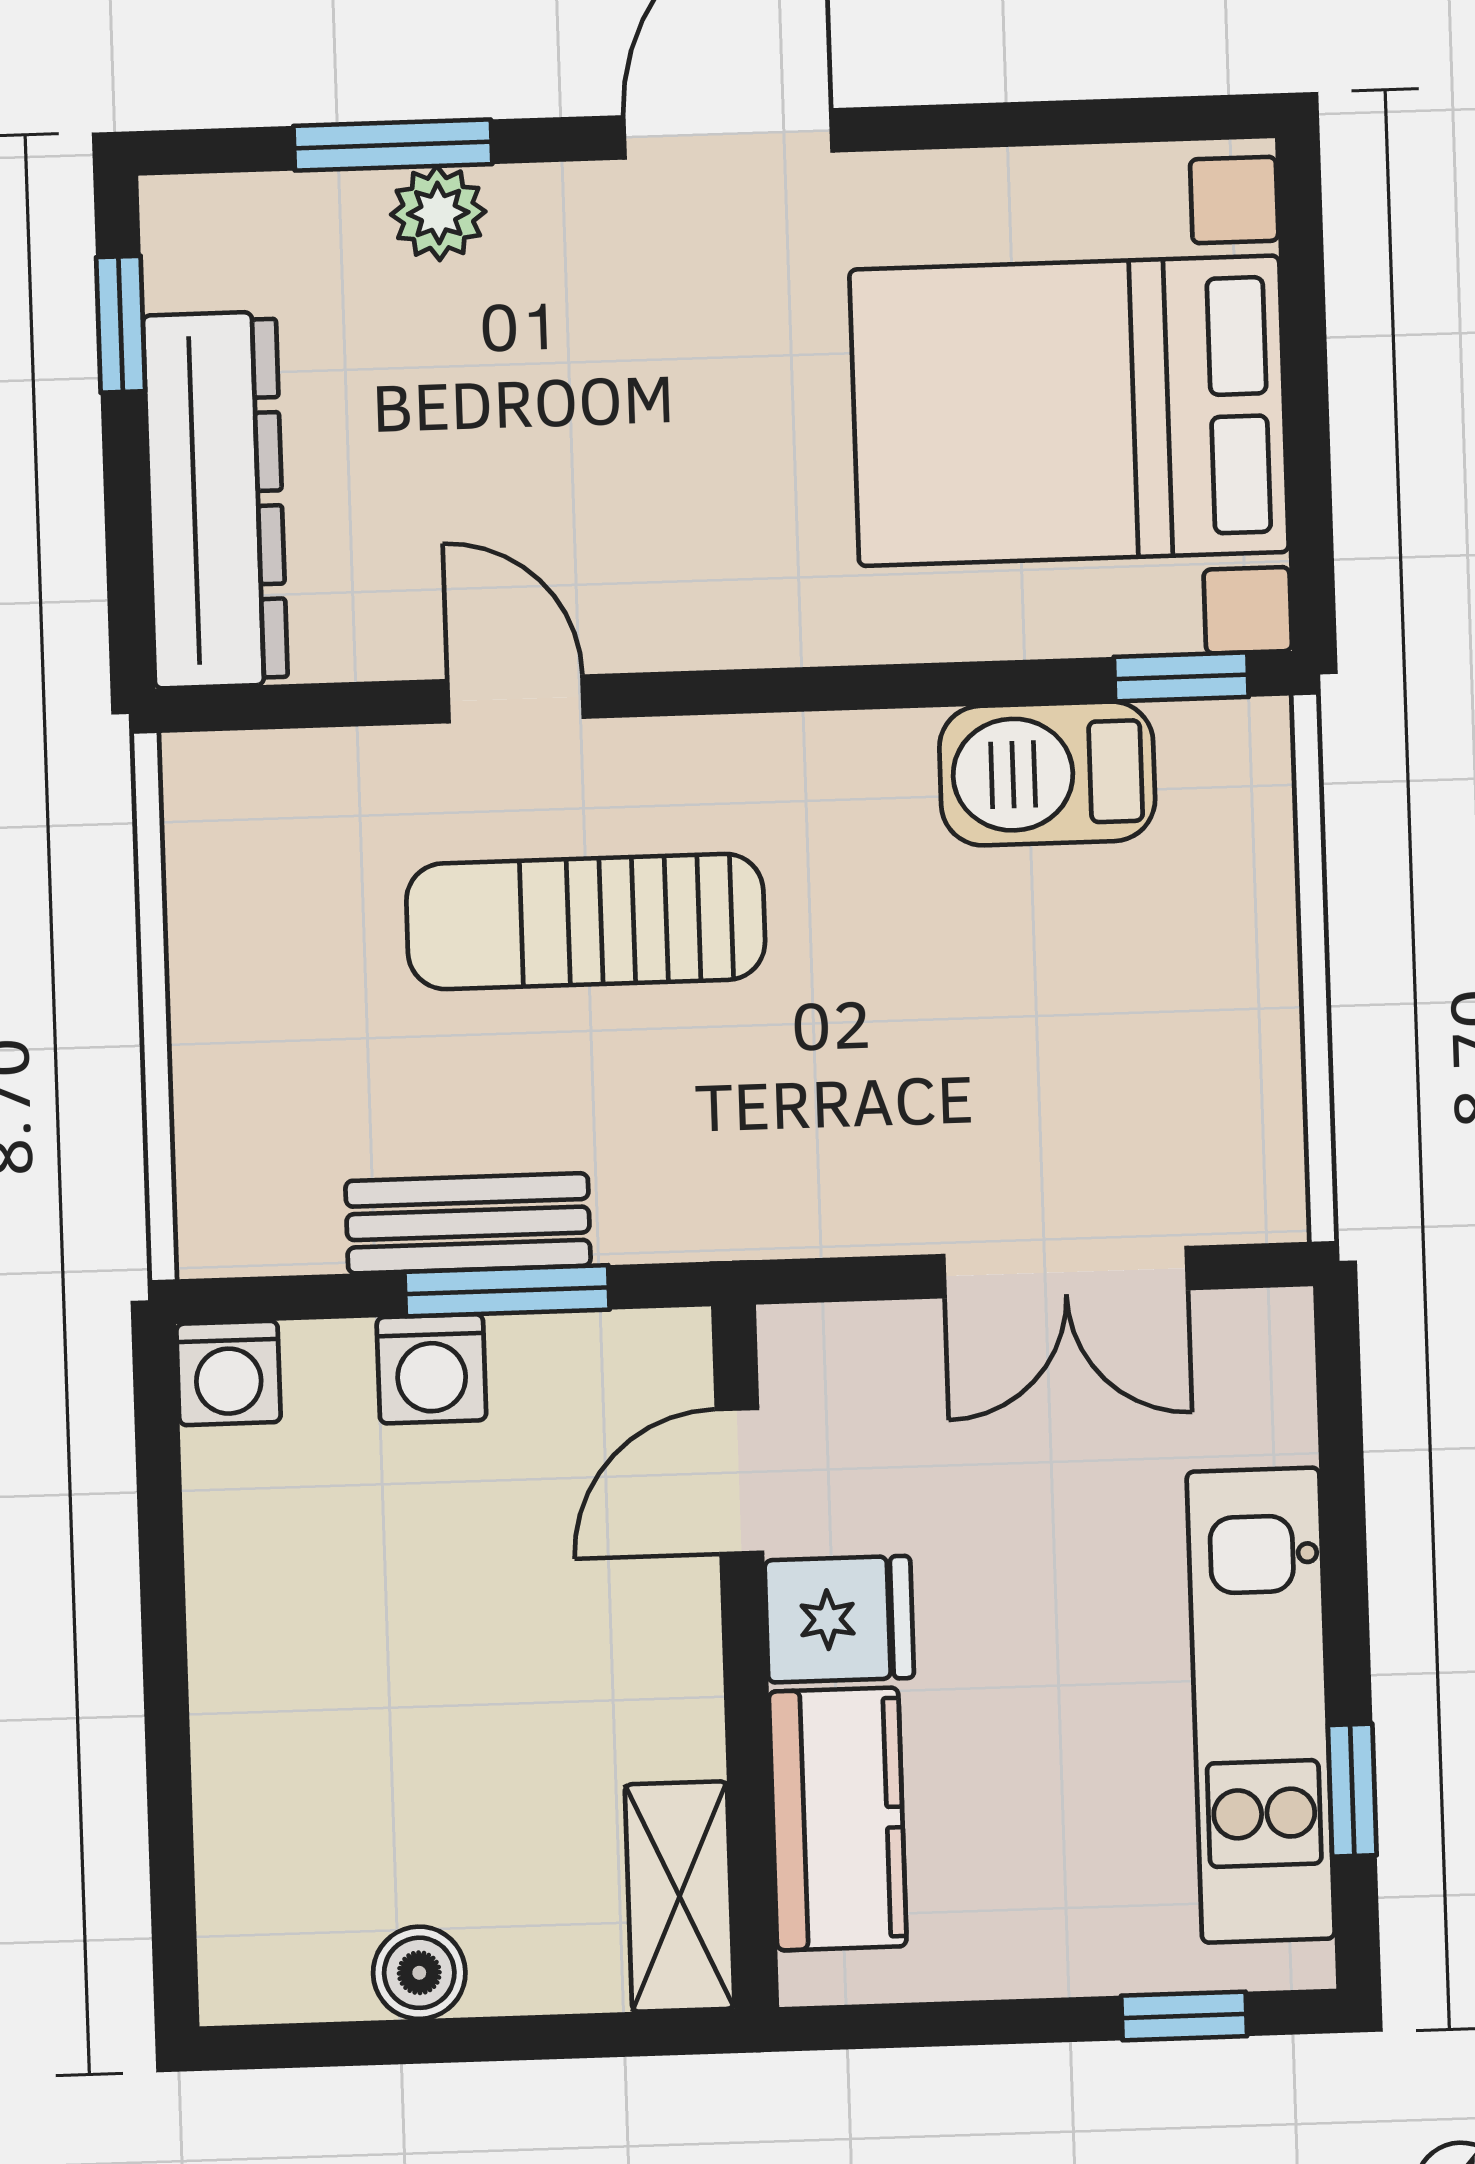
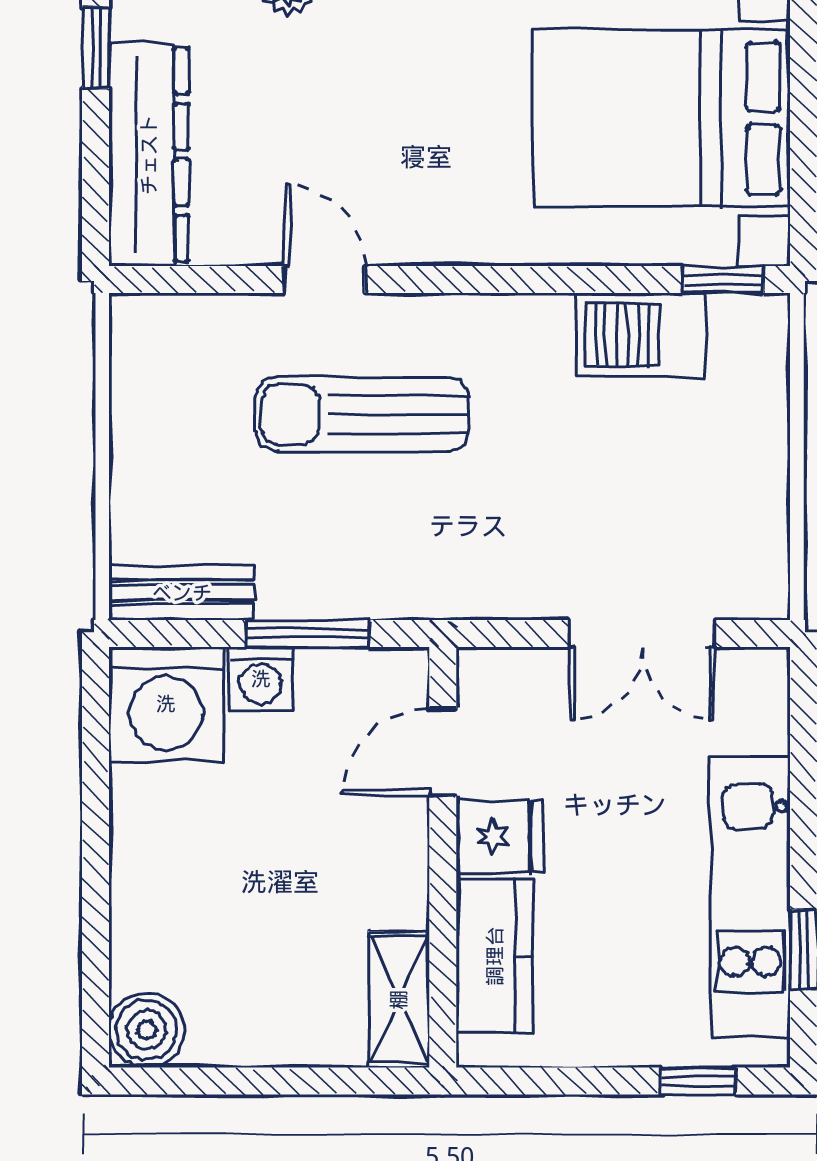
bench: (468, 1223) -> (182, 593), moved
washing machine: (228, 1373) -> (166, 704), width x1.89, depth x1.89
boiler: (419, 1973) -> (147, 1030), moved, width x1.36, depth x1.36

